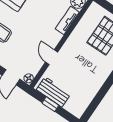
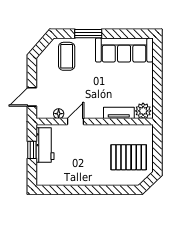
floor lamp: (29, 78) -> (59, 114), moved

